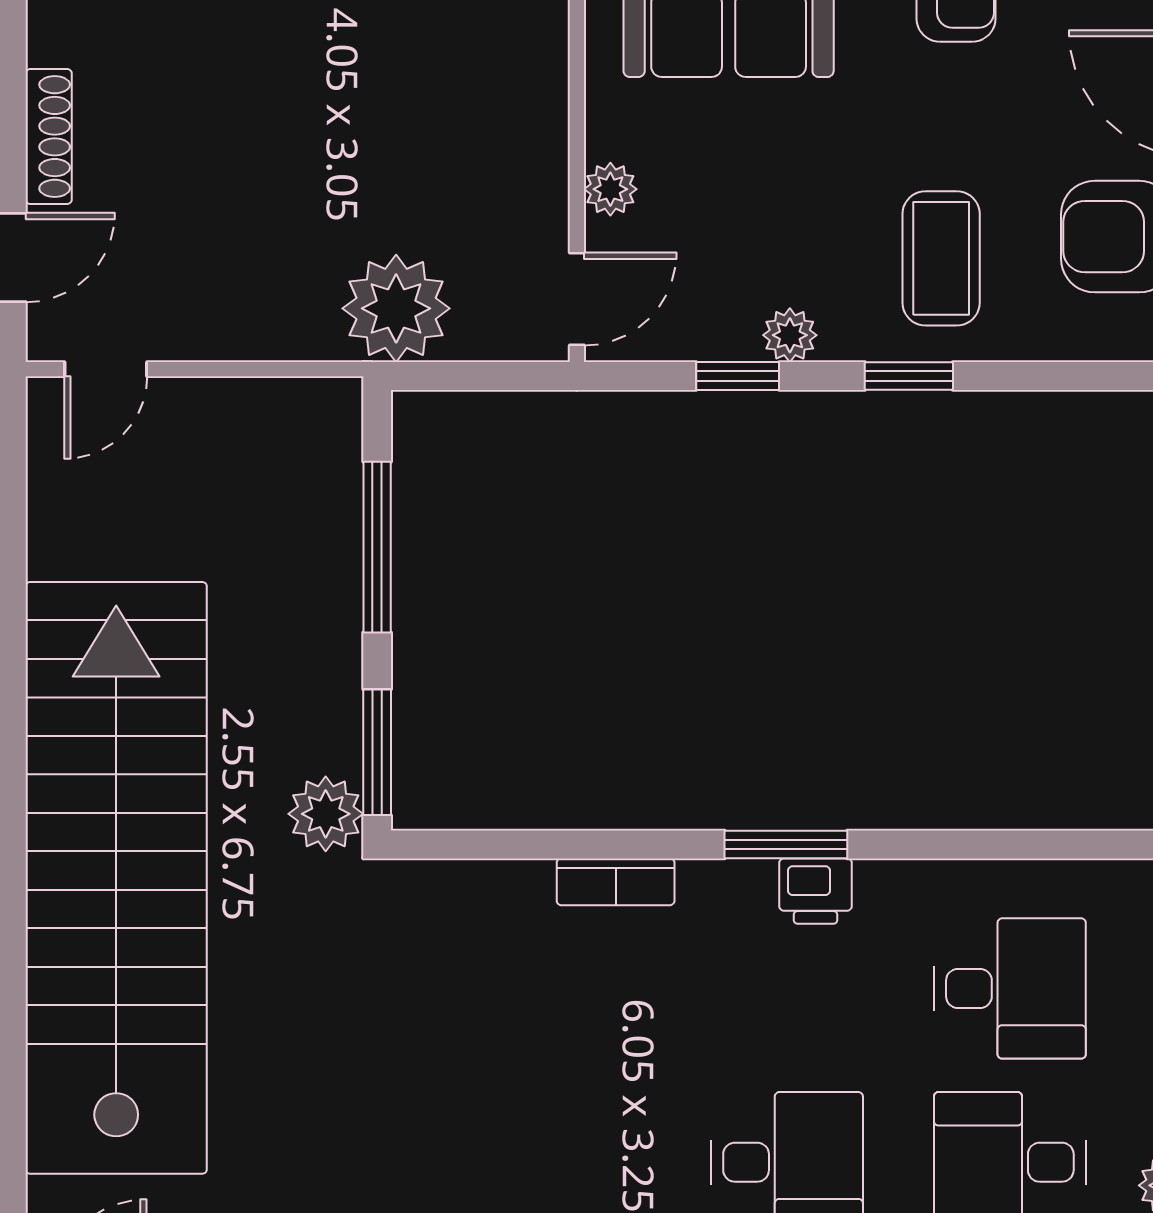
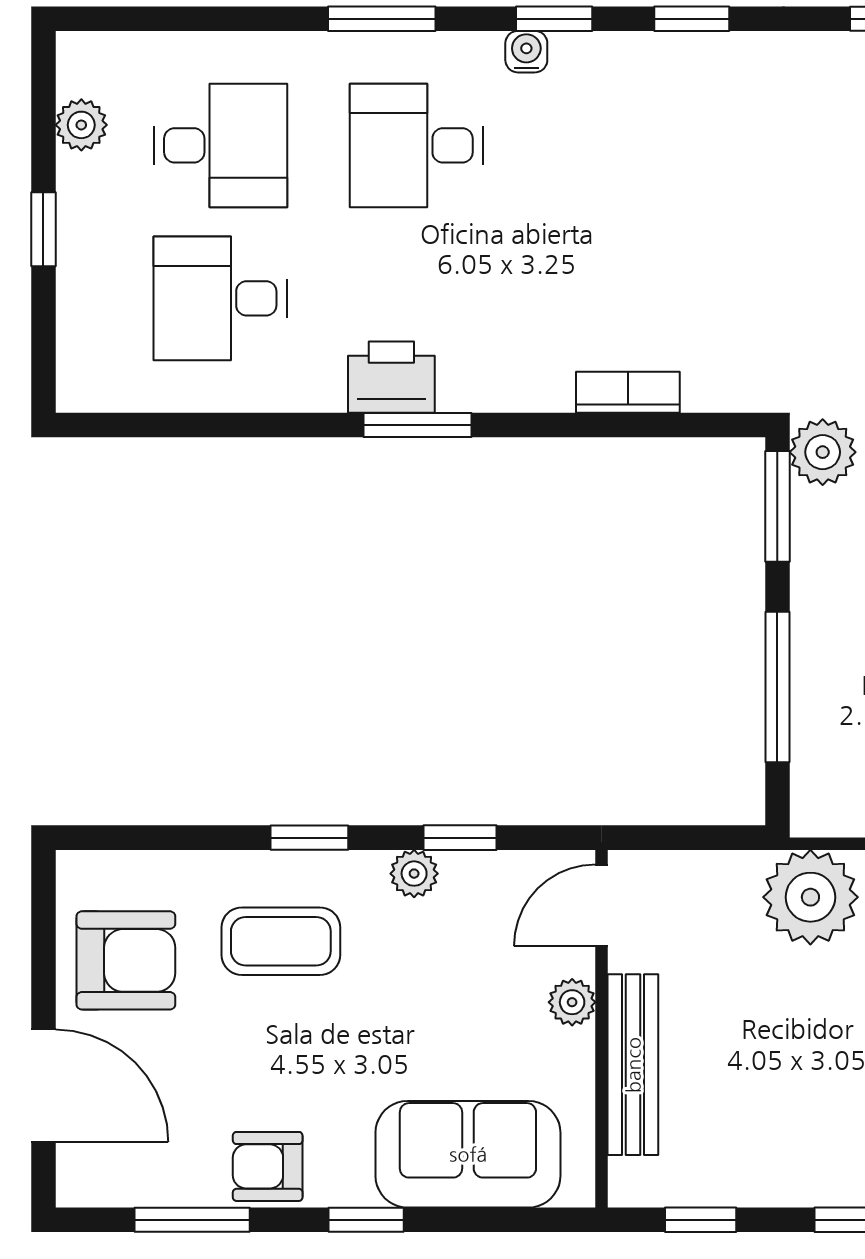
bench: (541, 118) -> (633, 1065), added
coffee table: (941, 258) -> (281, 941), turned 90
plant: (396, 308) -> (810, 897), moved
bookcase: (616, 882) -> (628, 392), moved
printer: (816, 891) -> (391, 377), width x1.36, depth x1.24

